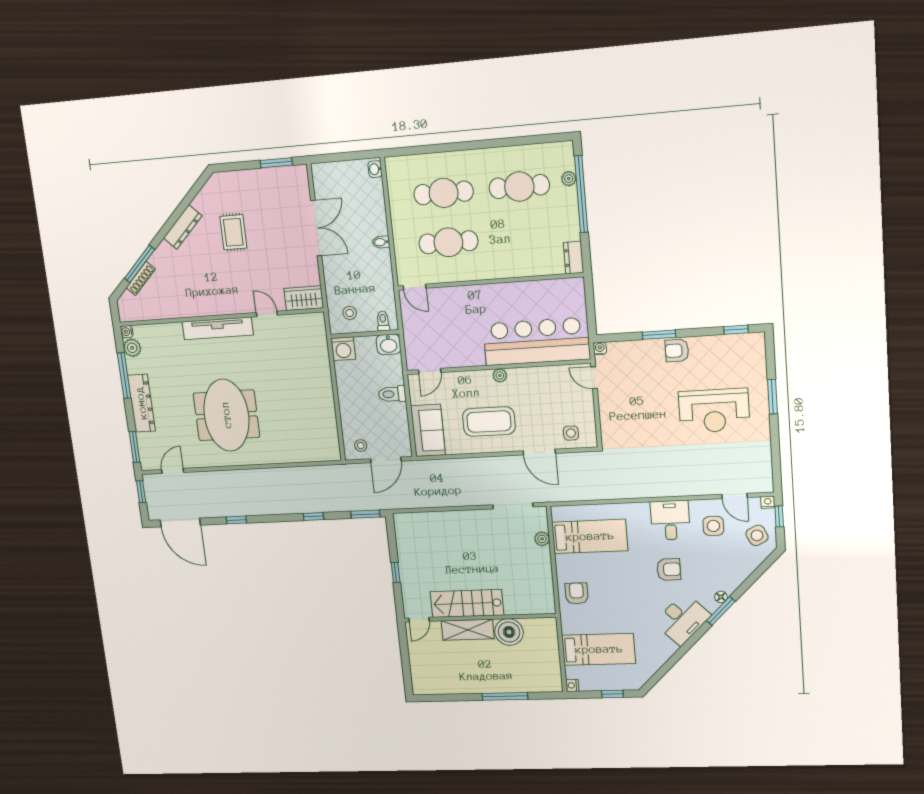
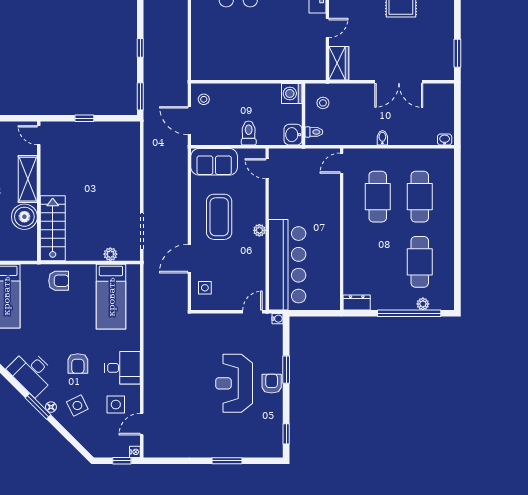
reception desk: (714, 411) -> (234, 383), moved
side table: (757, 535) -> (77, 405), moved
stairs: (467, 603) -> (53, 228), moved

